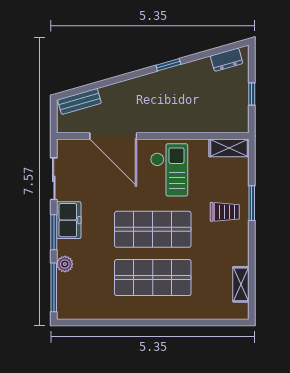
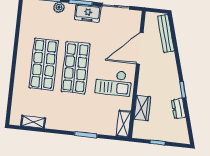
dresser: (227, 60) -> (179, 108), moved
bench: (79, 101) -> (166, 33), width x1.36
wardrobe: (202, 123) -> (142, 108), added
trolley: (225, 212) -> (82, 116), removed

